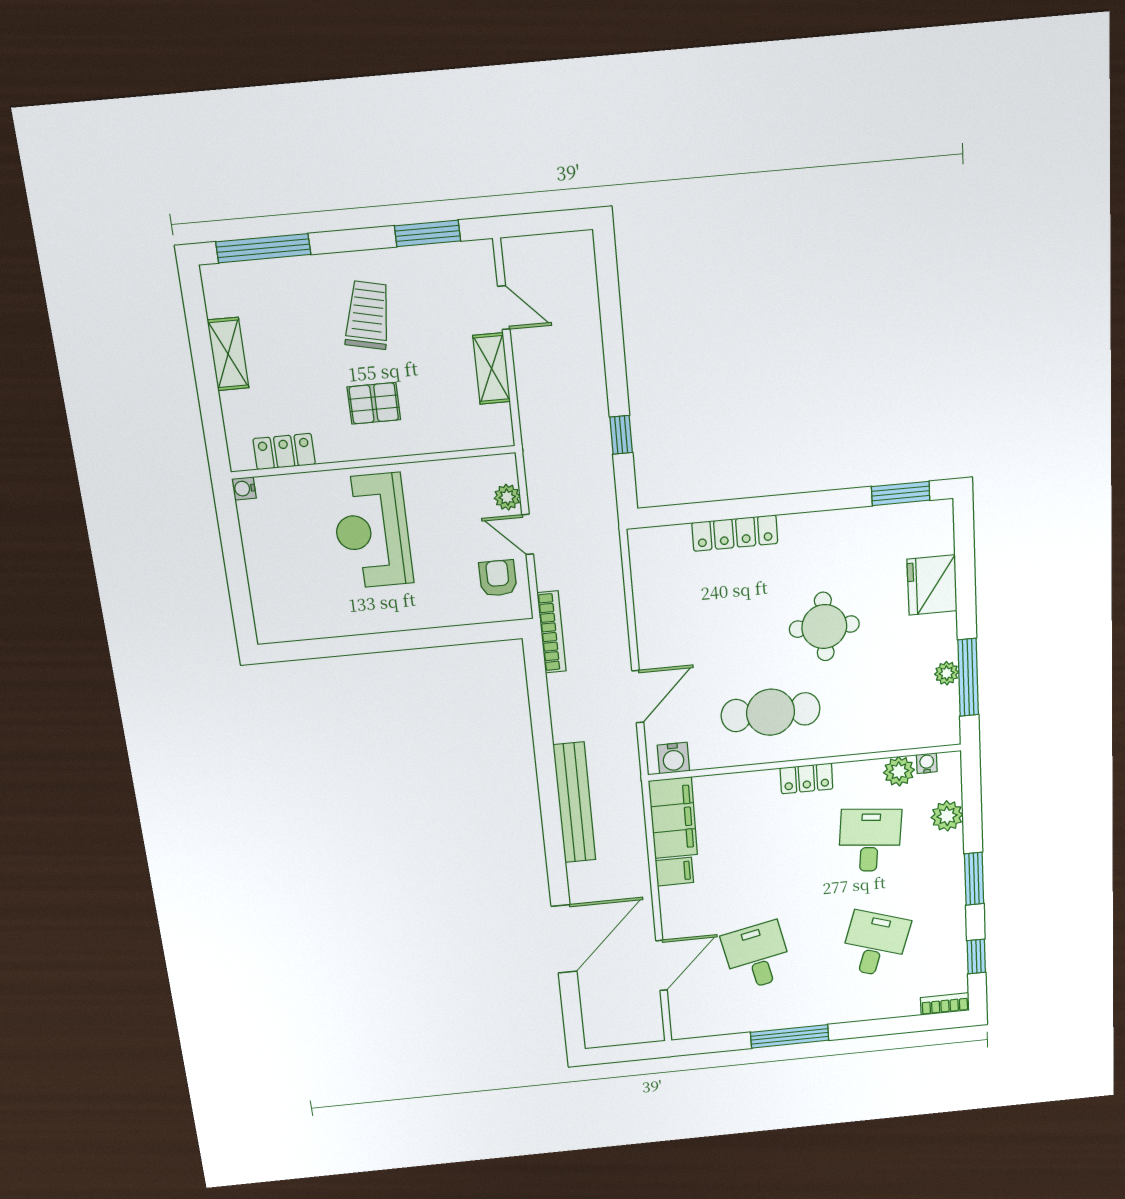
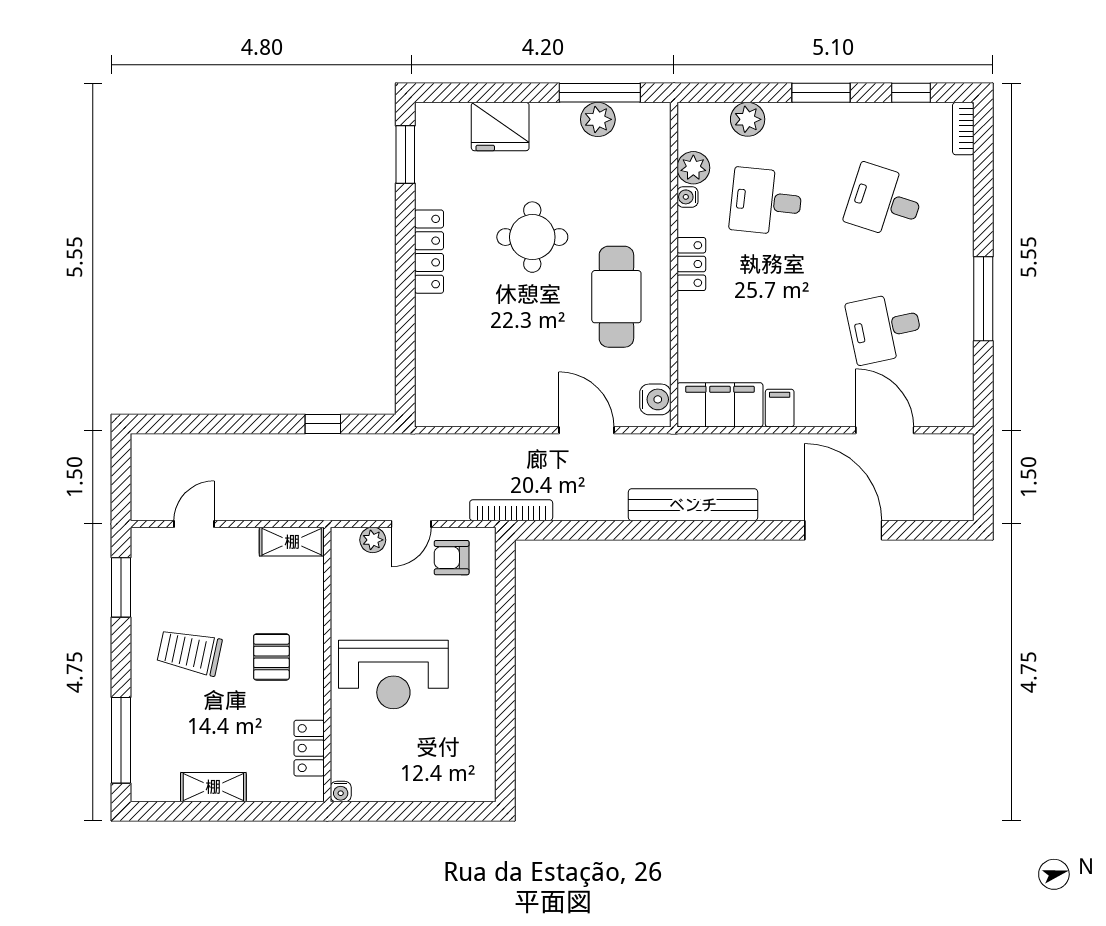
shelving: (492, 369) -> (292, 542), moved
locker: (735, 533) -> (429, 252), moved
plant: (947, 673) -> (598, 119), width x1.38, depth x1.38
water cooler: (927, 763) -> (687, 197), moved

